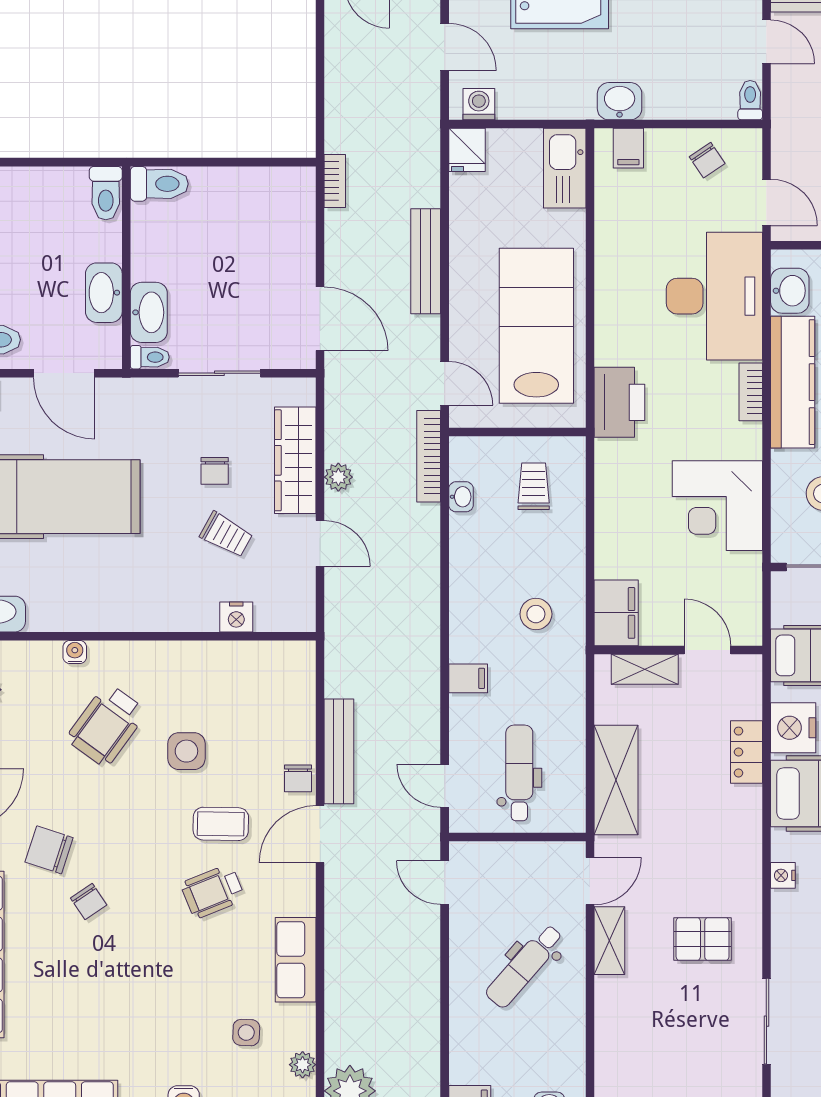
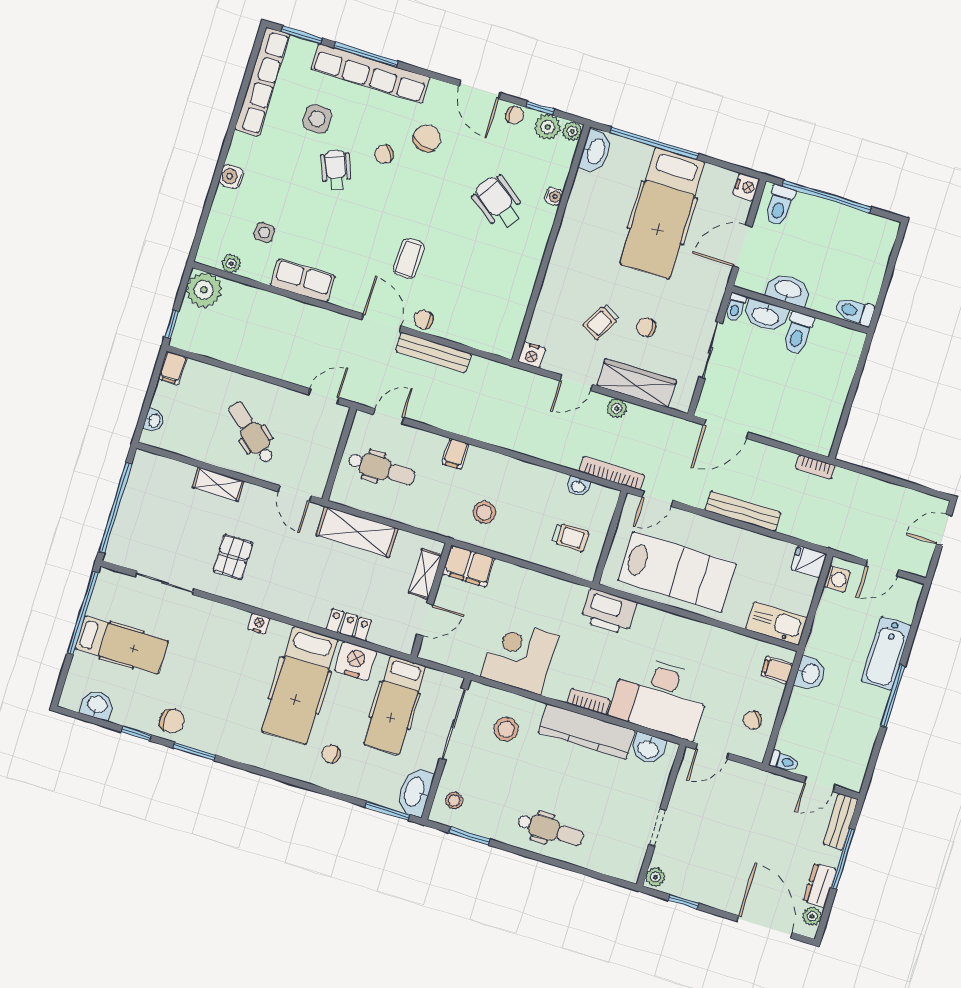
toilet: (159, 184) -> (798, 333), moved
nightstand: (236, 617) -> (532, 355), moved, turned -90
side table: (186, 751) -> (317, 119), moved
wheelchair: (213, 891) -> (336, 170), moved
shelving: (609, 941) -> (218, 484), moved

